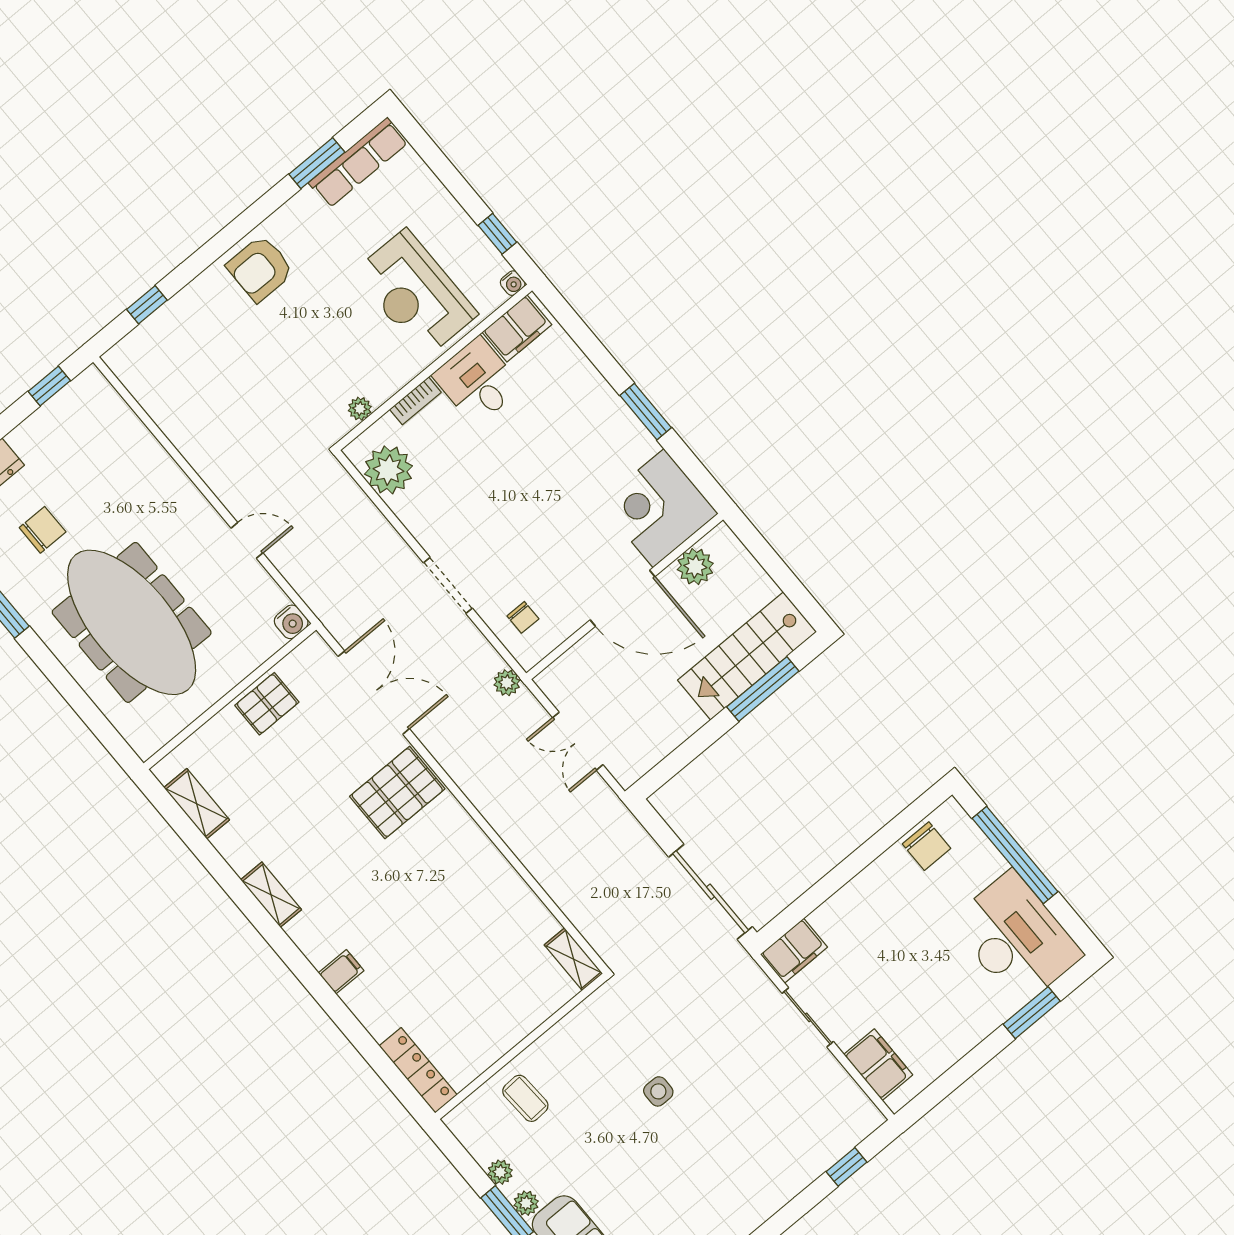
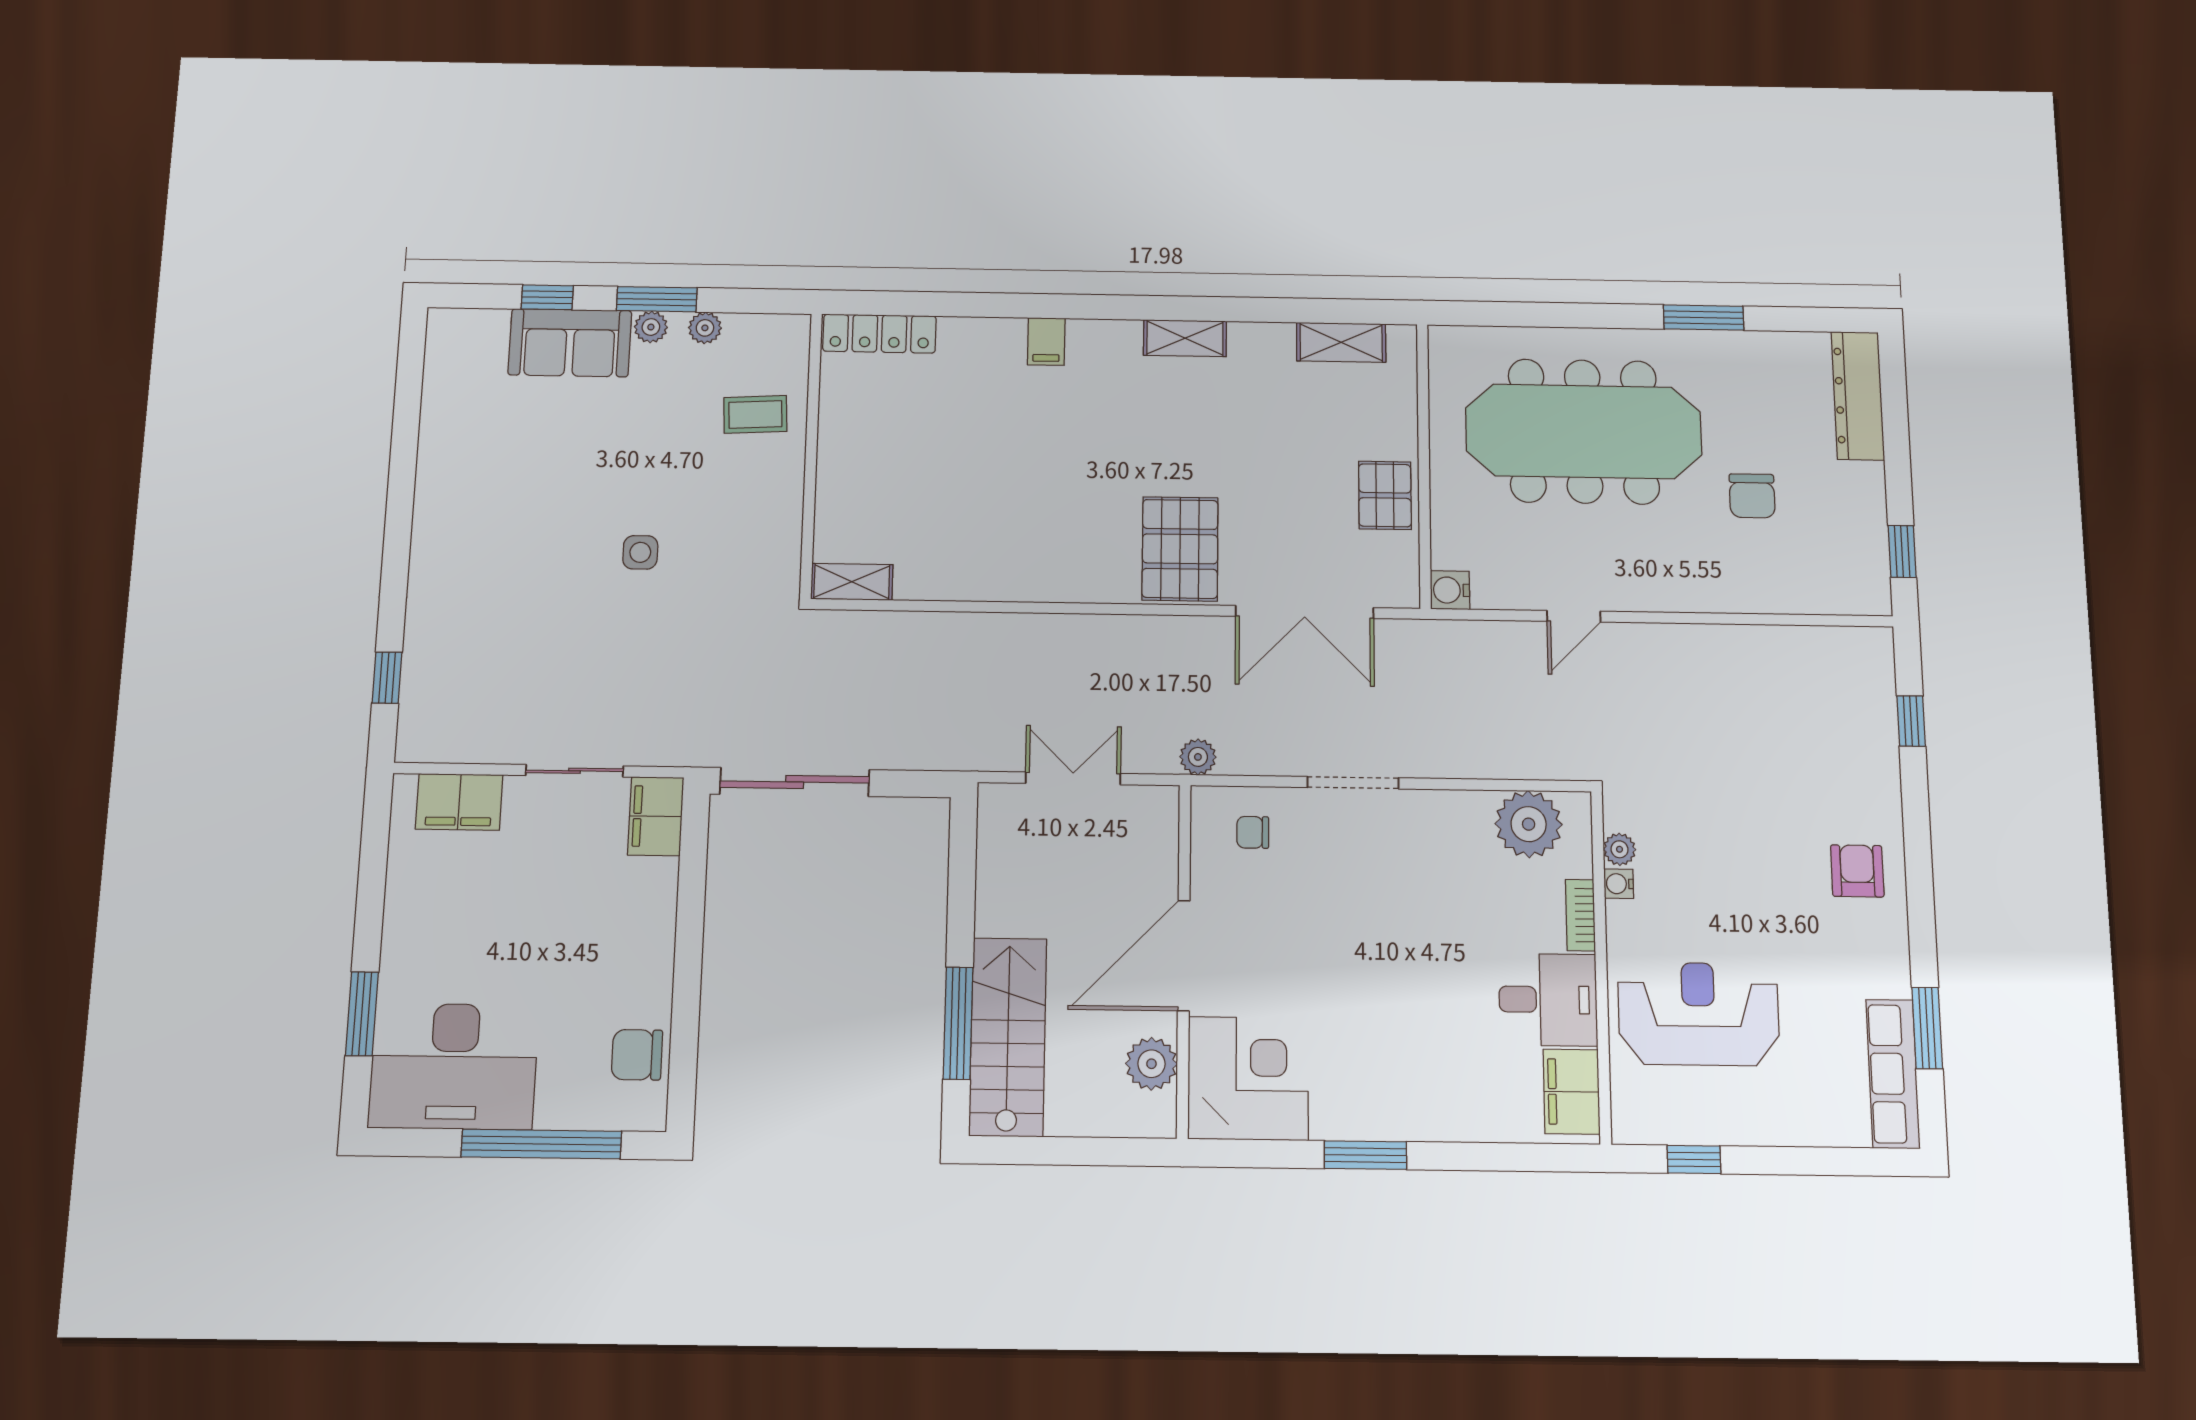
armchair: (260, 269) -> (1857, 871), width x0.72, depth x0.72
water cooler: (513, 283) -> (1619, 884), moved
chair: (43, 530) -> (1752, 496), moved

